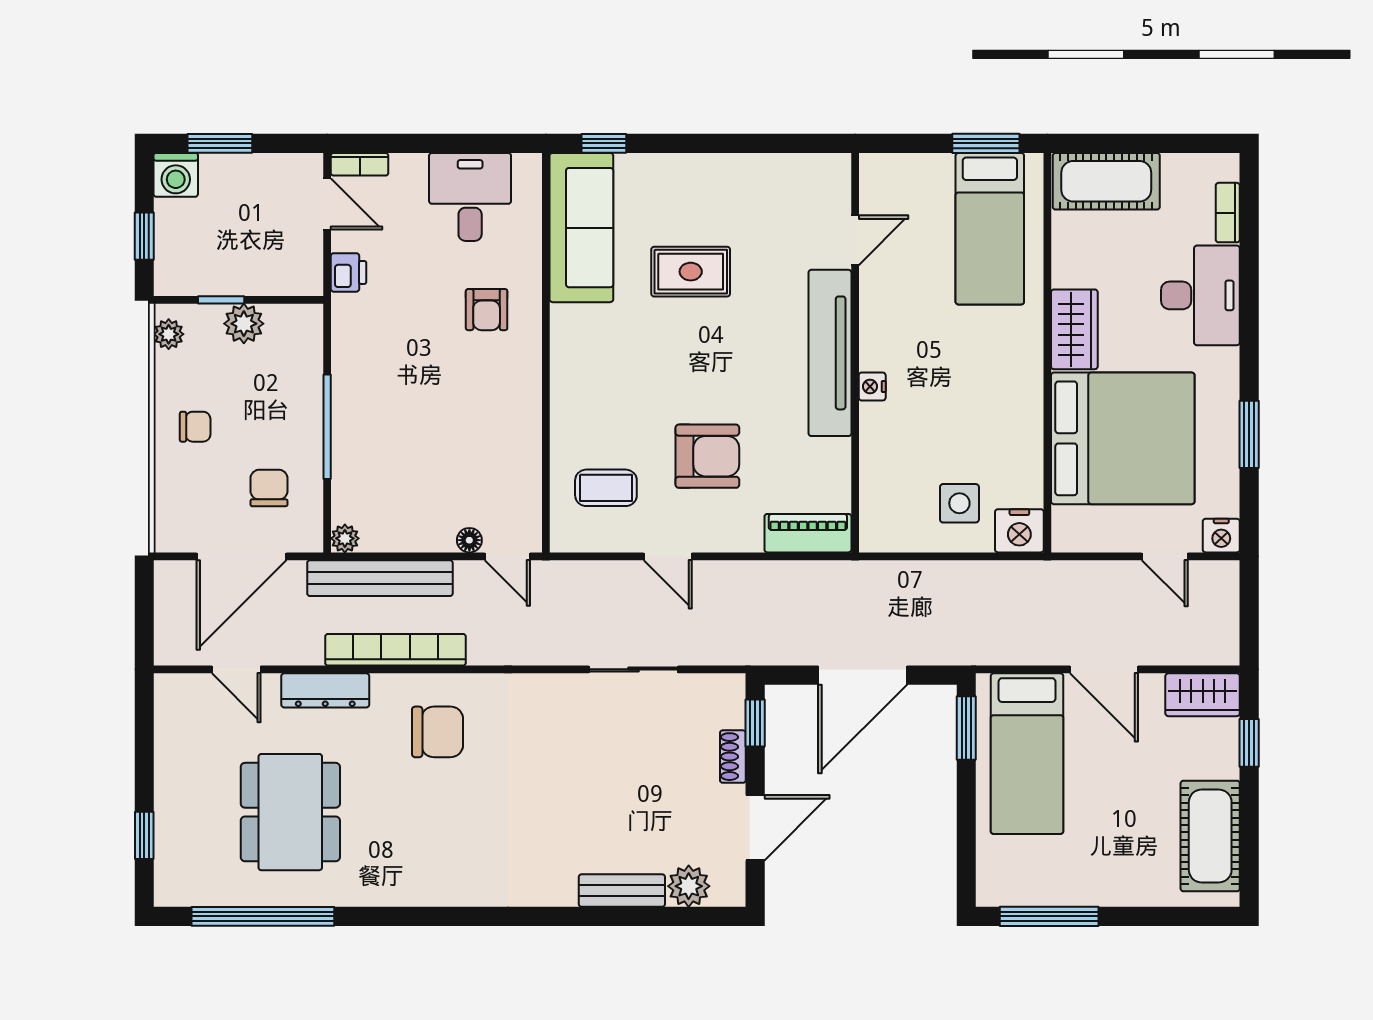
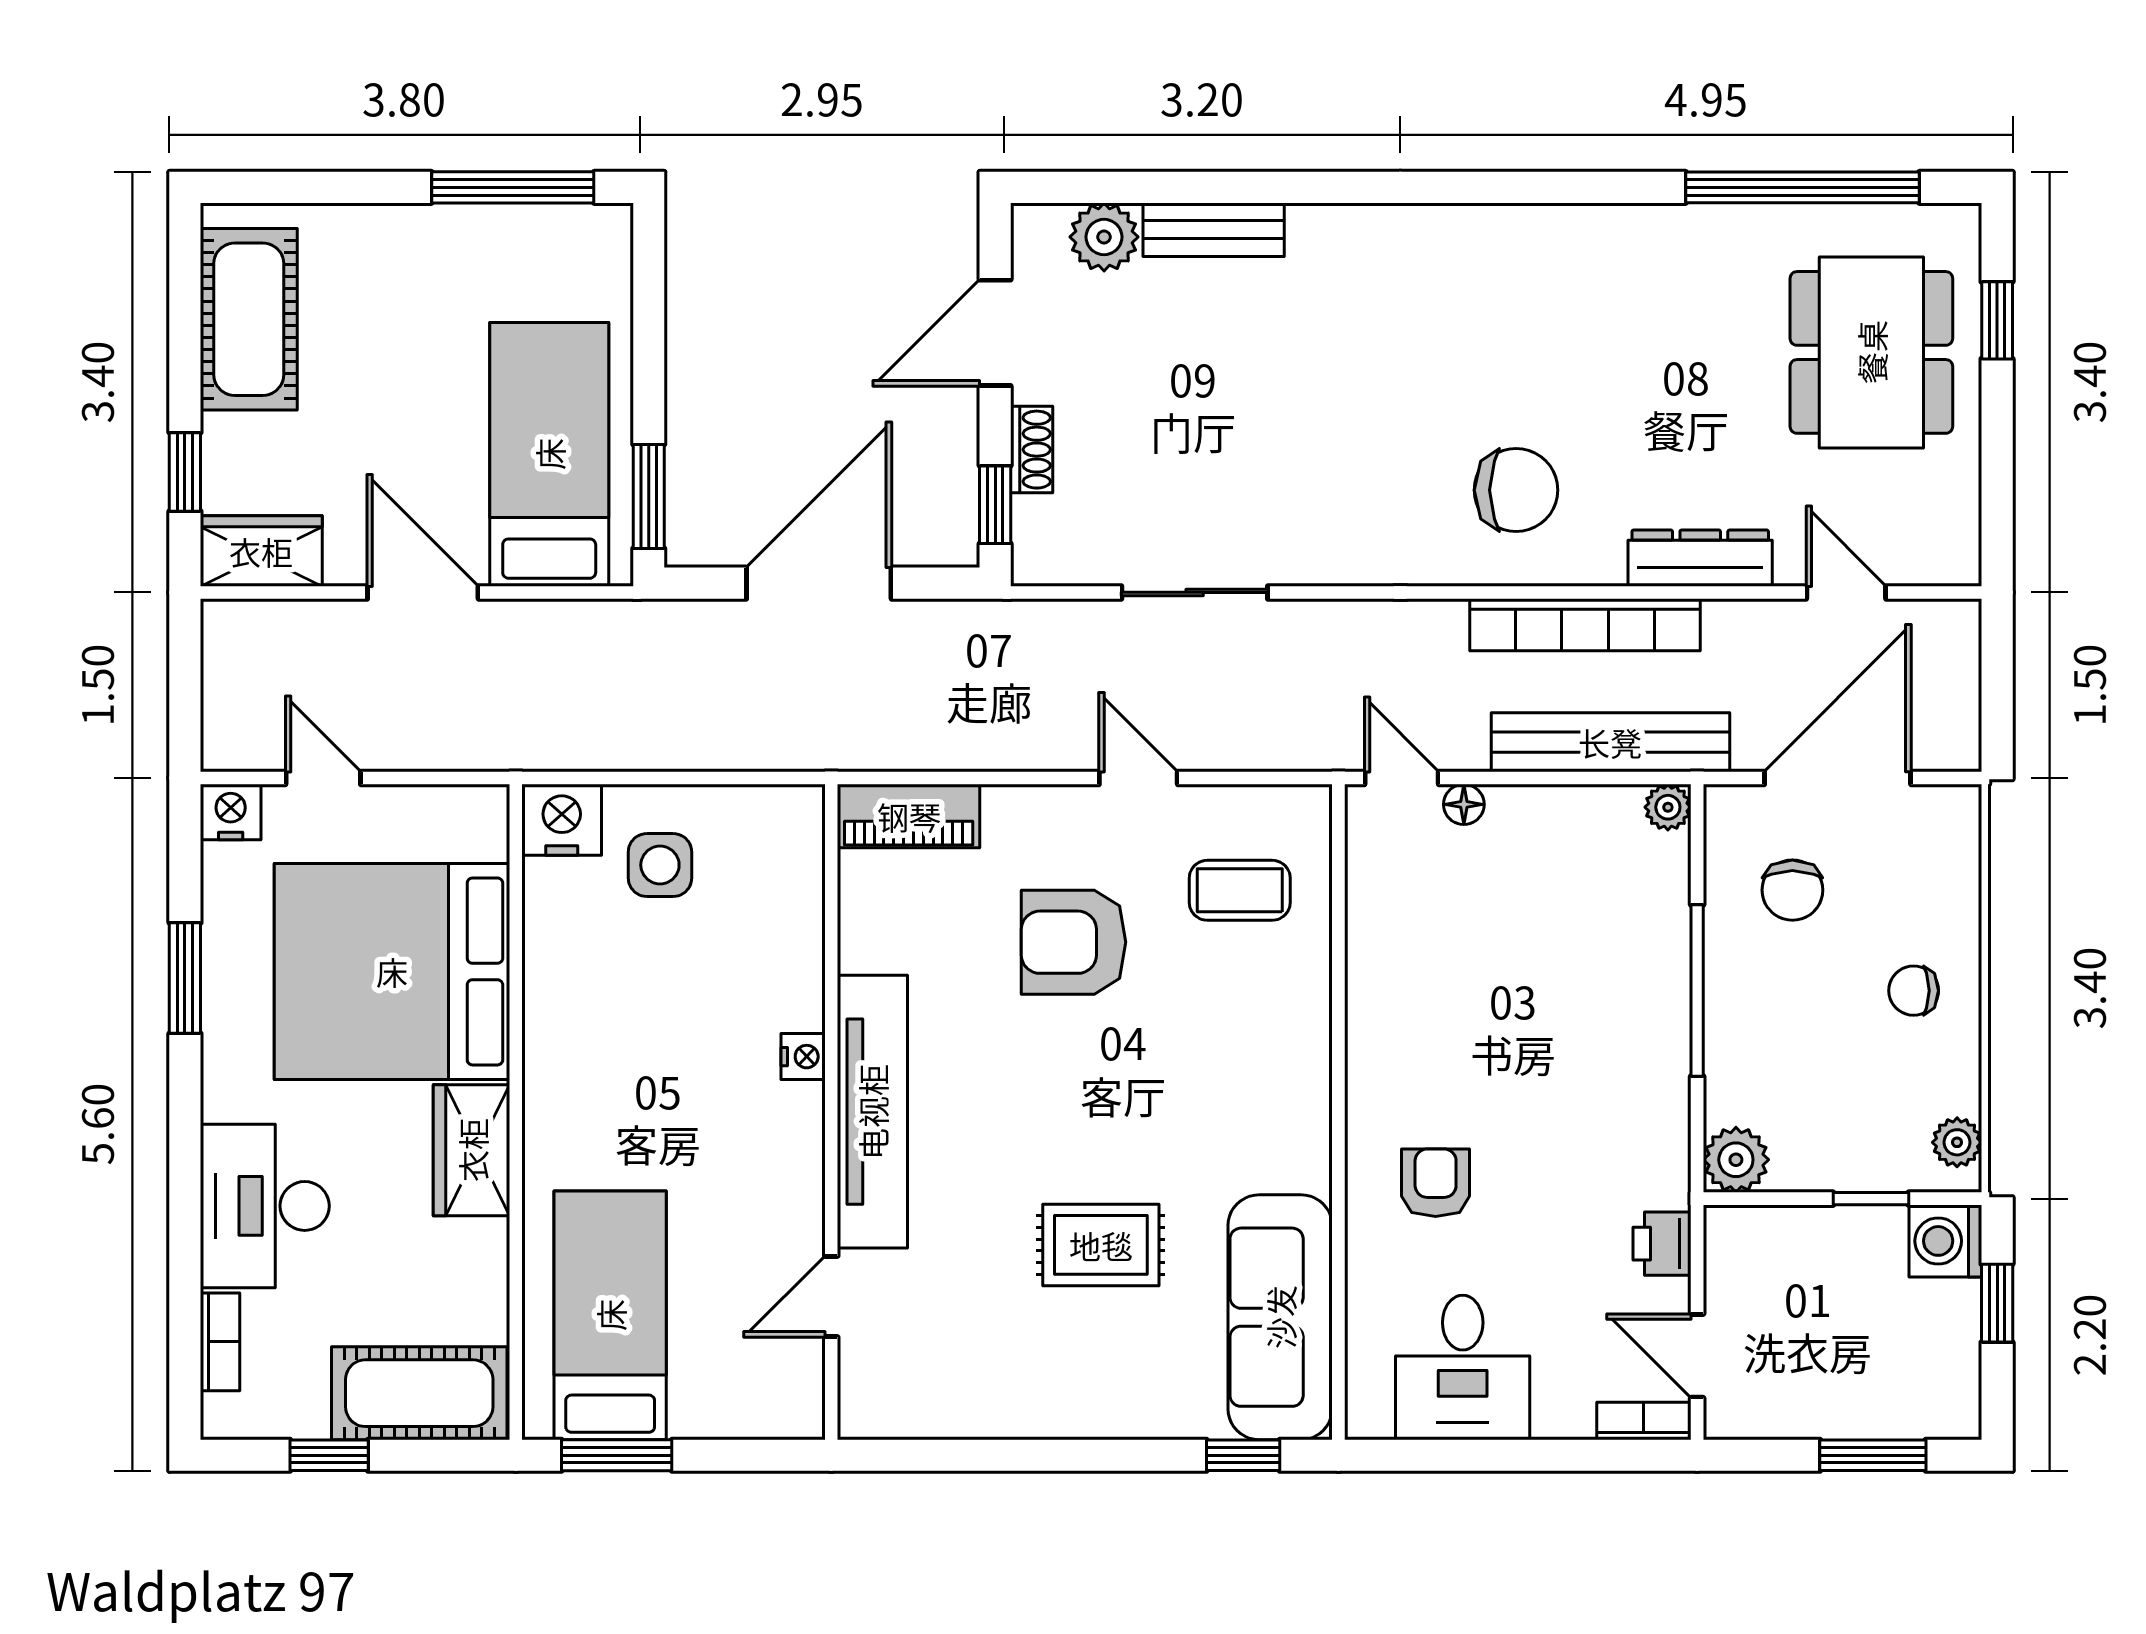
window: (1161, 143) -> (329, 1455), added
washing machine: (176, 175) -> (1945, 1241), moved, turned -90
plant: (244, 324) -> (1736, 1160), moved
chair: (438, 732) -> (1516, 490), turned 180
dining table: (290, 812) -> (1871, 352), moved

